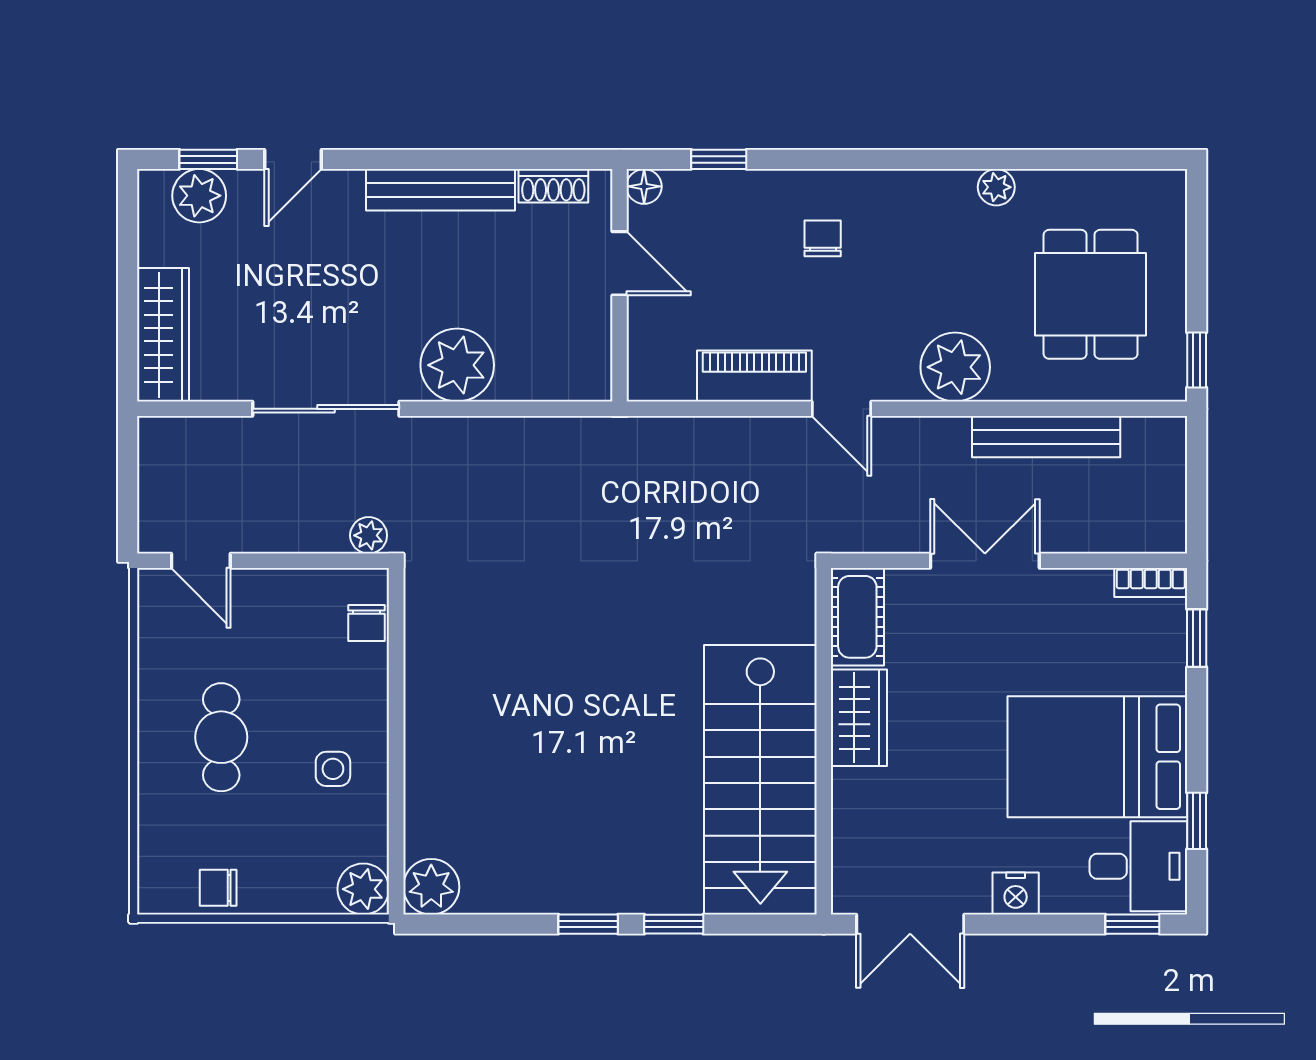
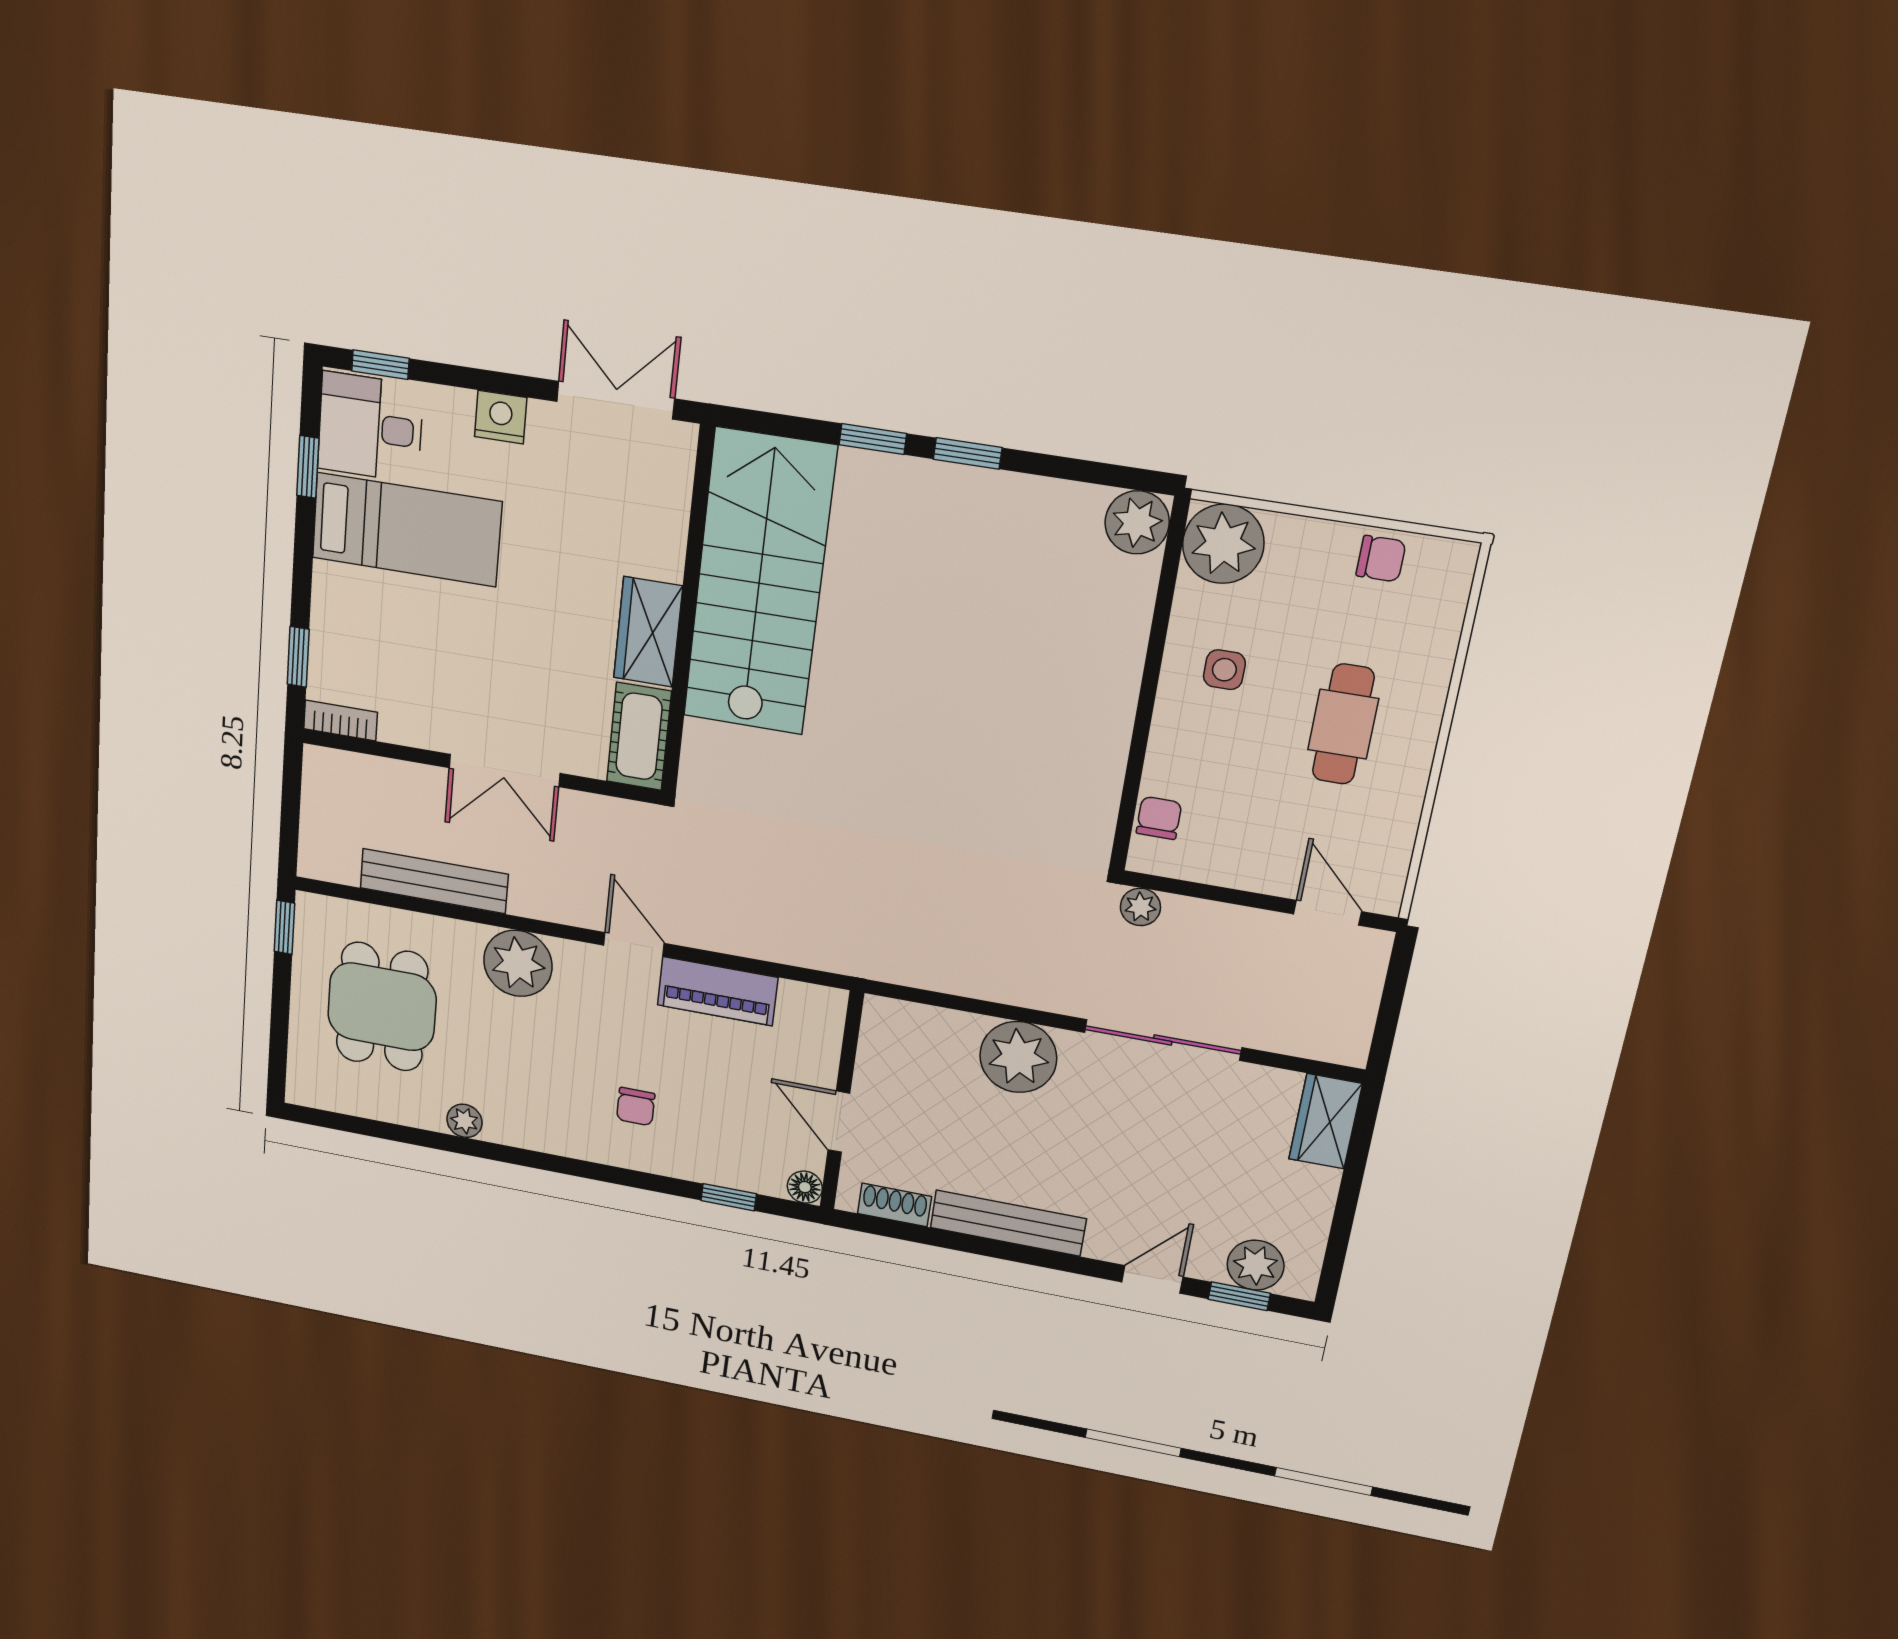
wardrobe: (163, 335) -> (1325, 1121), width x0.67
bed: (1097, 757) -> (407, 530), width x0.67
plant: (363, 889) -> (1223, 544), width x1.36, depth x1.36

